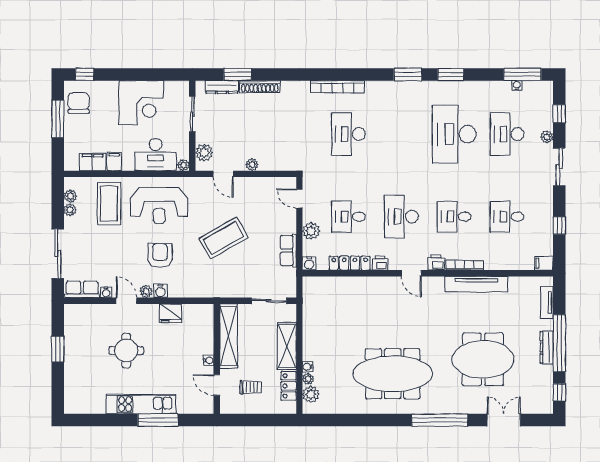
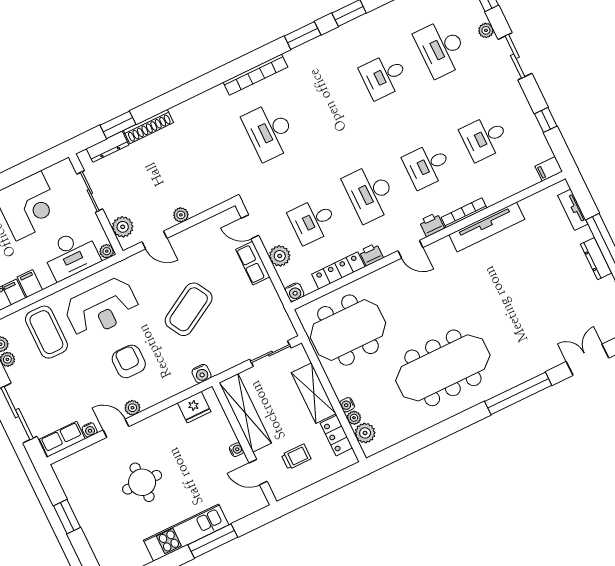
bookcase: (337, 87) -> (255, 75), moved
desk: (454, 134) -> (384, 76), width x0.53, depth x0.77
row of seats: (288, 251) -> (253, 263), moved
water cooler: (160, 291) -> (202, 374), moved
fridge: (171, 313) -> (194, 407), moved
meeting table: (483, 359) -> (348, 330), moved

